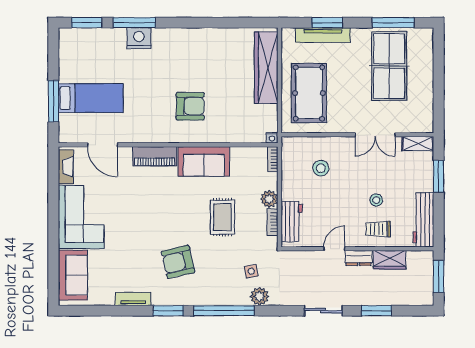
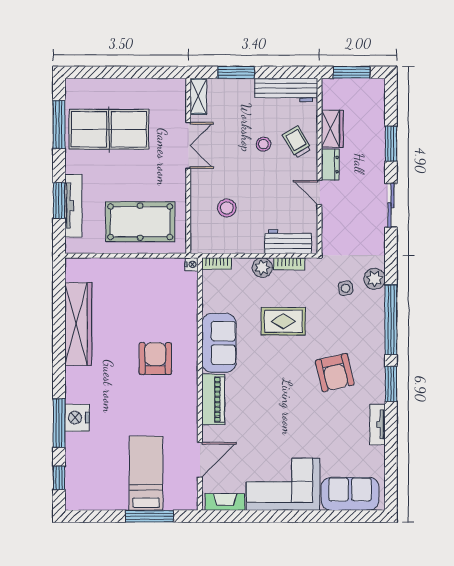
window: (87, 23) -> (59, 478), width x0.67
wardrobe: (266, 68) -> (78, 324), moved, turned -90
trolley: (378, 229) -> (297, 142), turned 150

